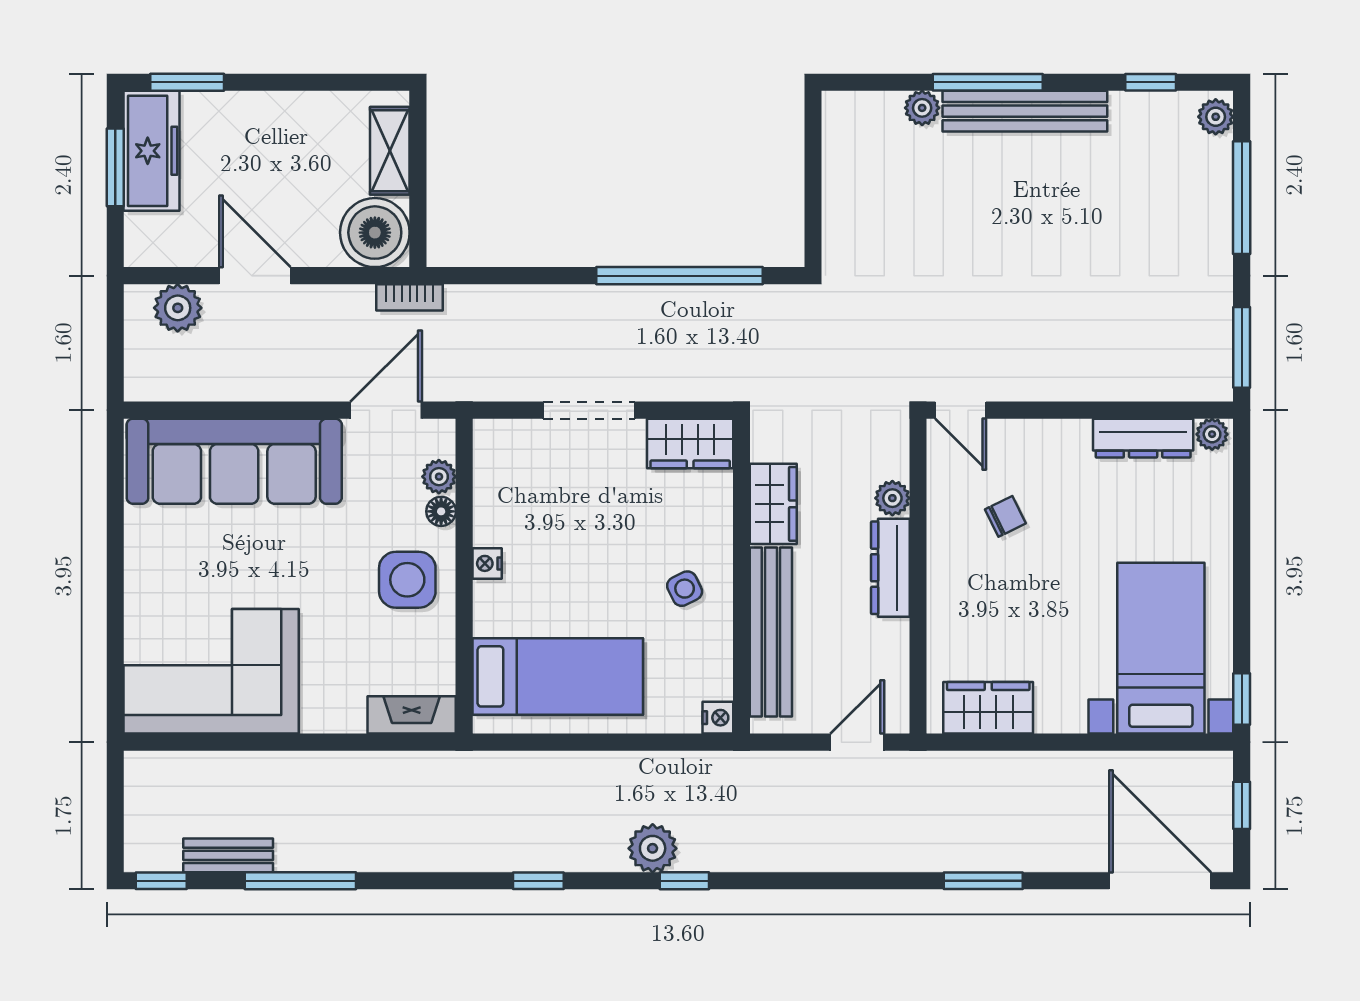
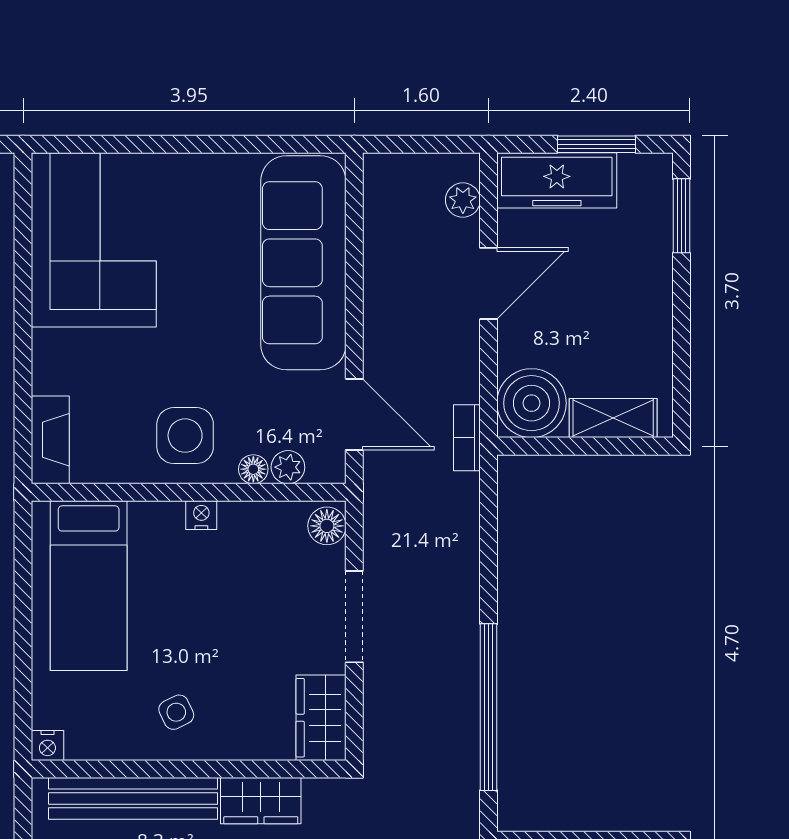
freezer: (152, 151) -> (557, 180), moved
plant: (178, 308) -> (463, 200), width x0.73, depth x0.73
floor lamp: (498, 438) -> (327, 526), added

